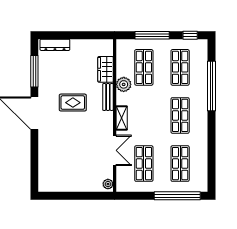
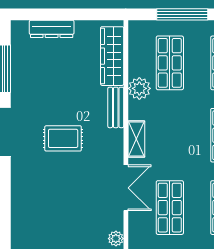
dresser: (55, 45) -> (52, 29), moved
wardrobe: (106, 69) -> (112, 56), width x1.50
rug: (73, 103) -> (63, 138), moved

